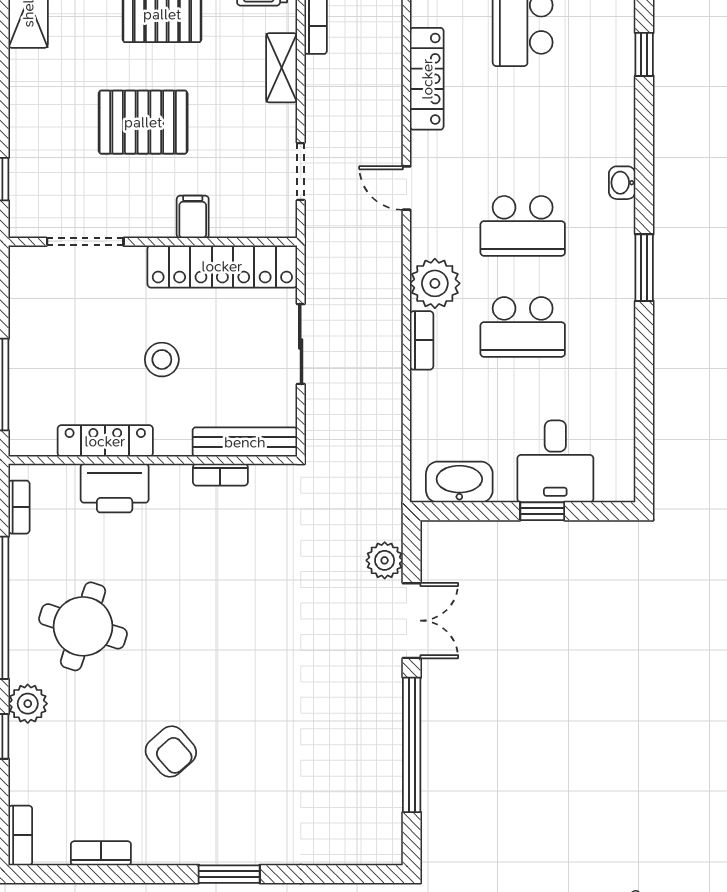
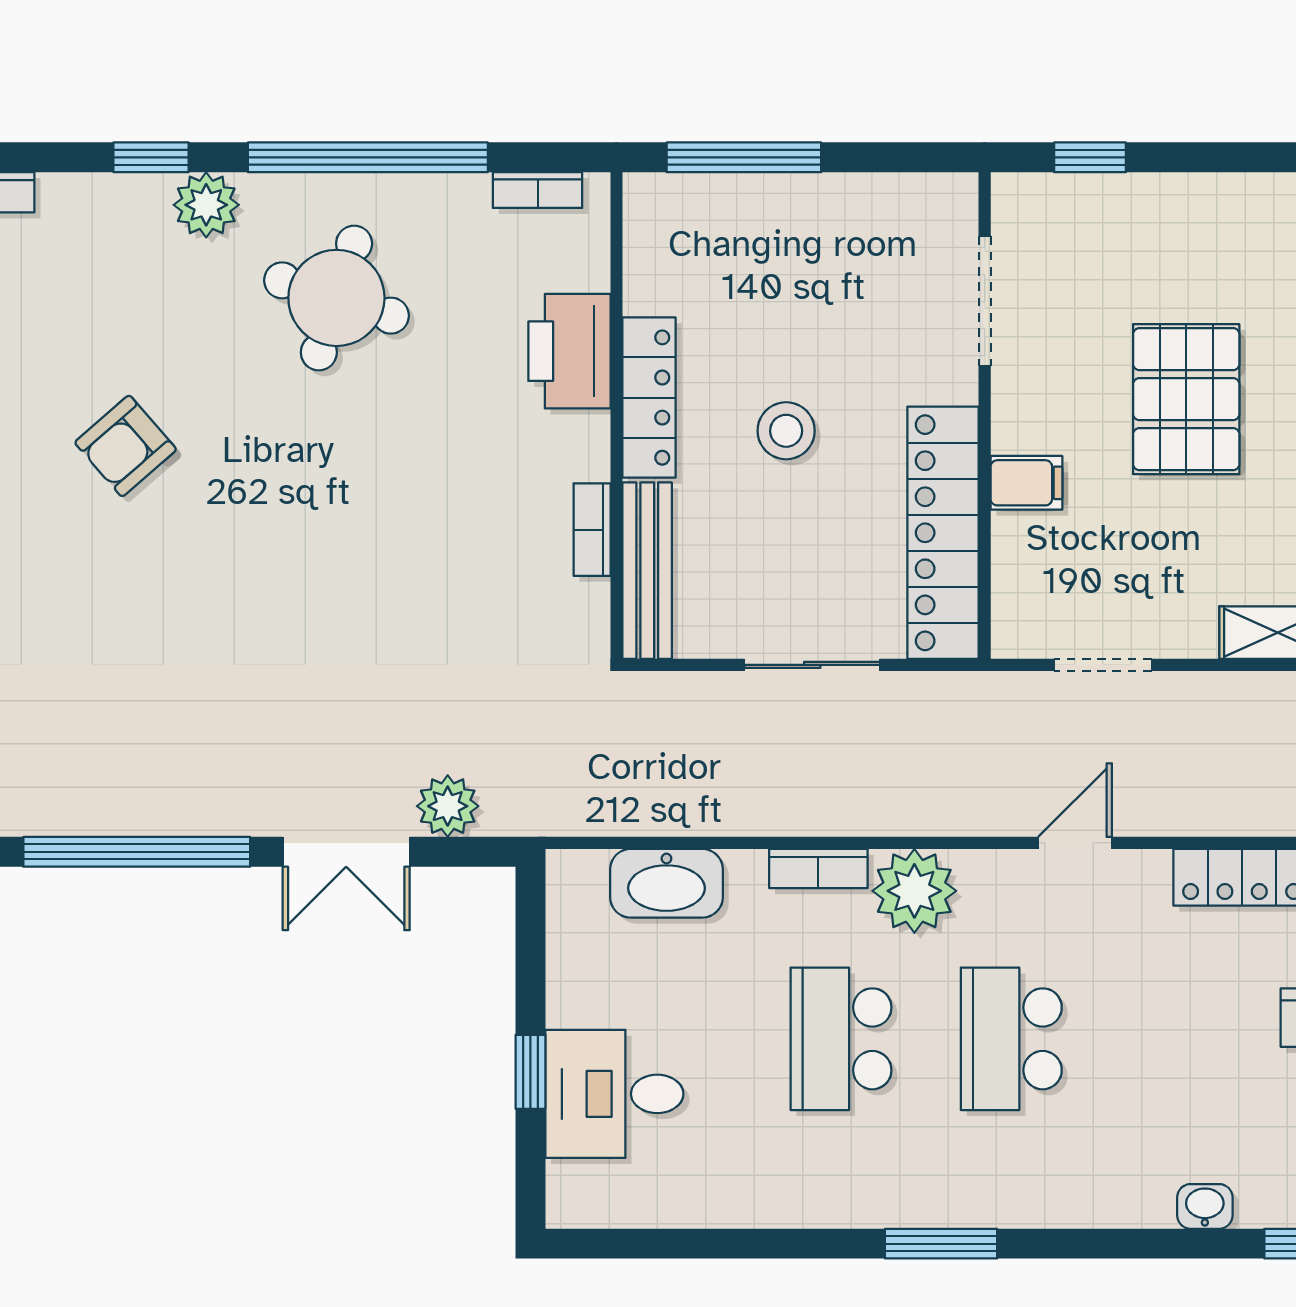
washbasin: (622, 183) -> (1205, 1206), moved
locker: (105, 441) -> (649, 398), moved
washbasin: (459, 482) -> (666, 883), moved, turned 90

